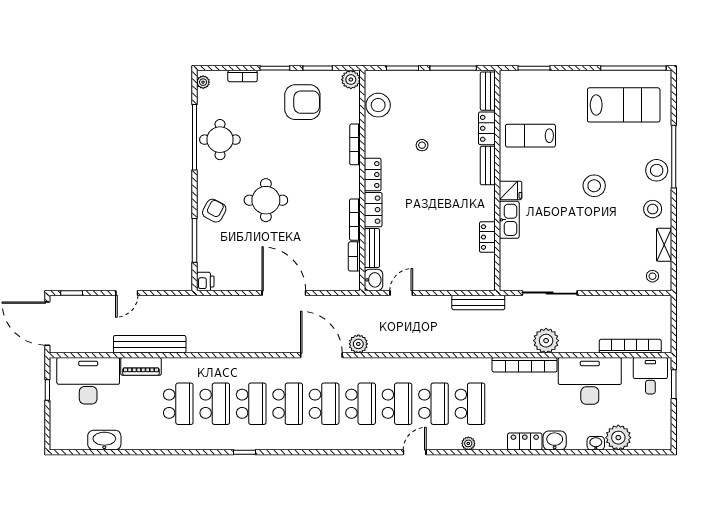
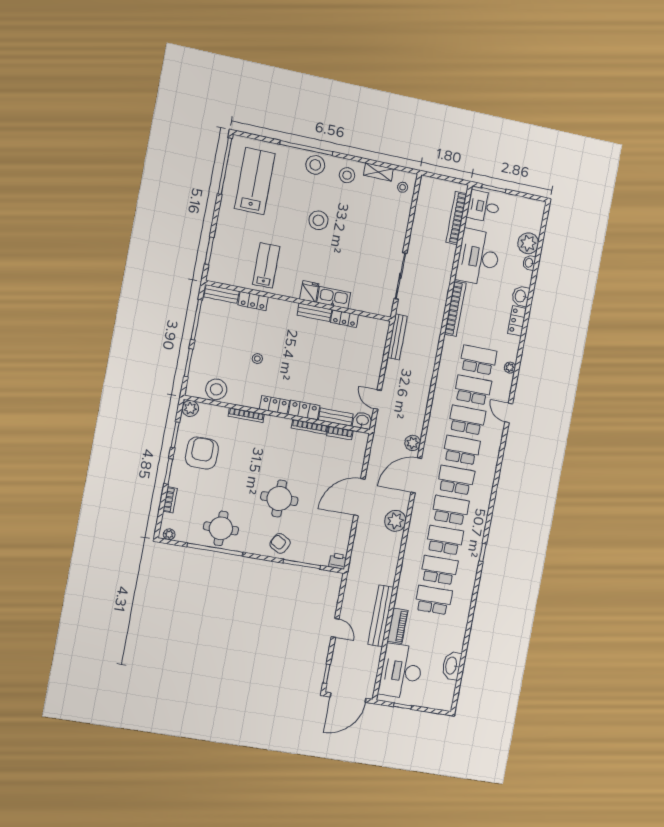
lab bench: (530, 136) -> (266, 265), turned 180
bench: (488, 166) -> (314, 312), moved
plant: (546, 341) -> (395, 521), moved

